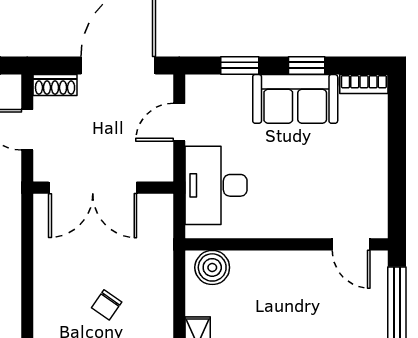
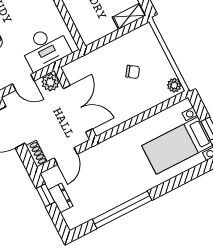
plant: (157, 166) -> (50, 82), added
boiler: (212, 267) -> (87, 29), removed

